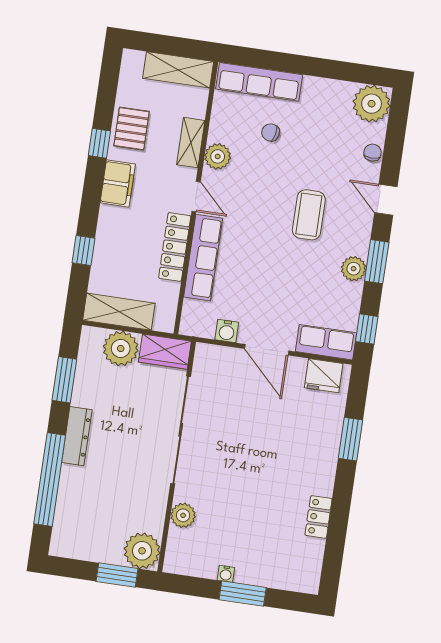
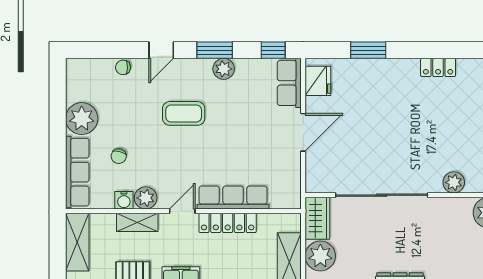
plant: (372, 104) -> (82, 119), moved
water cooler: (227, 331) -> (124, 200), moved, turned 90

